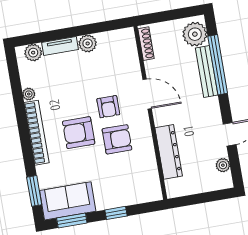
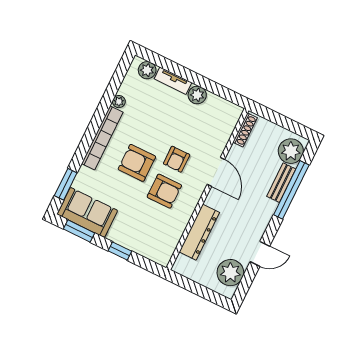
bench: (207, 72) -> (281, 183), width x0.73
plant: (223, 165) -> (230, 273), width x1.87, depth x1.87

